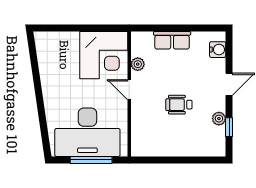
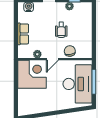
chair: (143, 119) -> (70, 51), added

